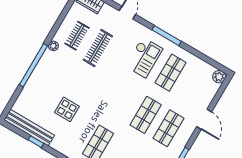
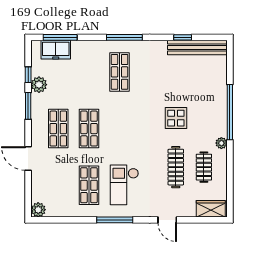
display table: (67, 109) -> (176, 118), moved

